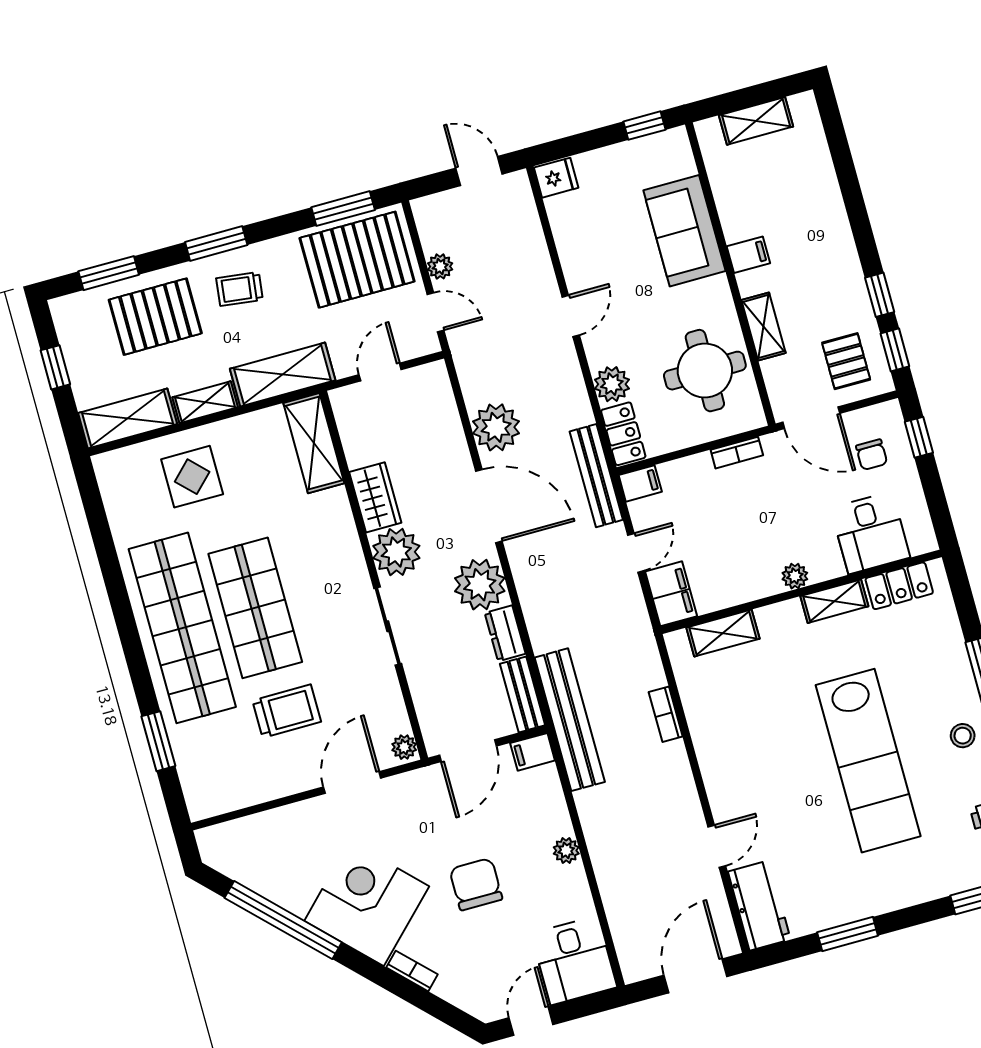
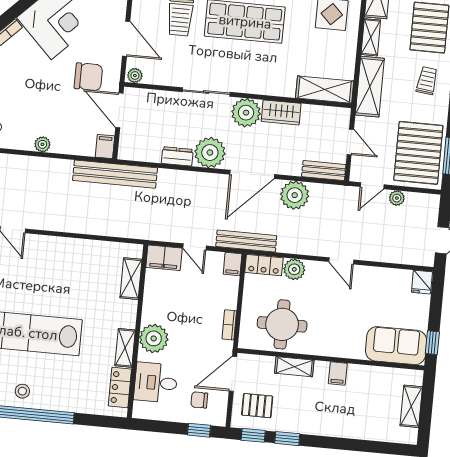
sofa: (684, 231) -> (396, 346), moved
plant: (795, 576) -> (154, 338), width x1.87, depth x1.87
bench: (523, 694) -> (324, 171), moved
bookcase: (666, 714) -> (98, 229), removed
chair: (476, 884) -> (88, 77), moved

